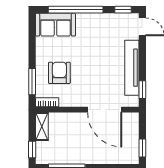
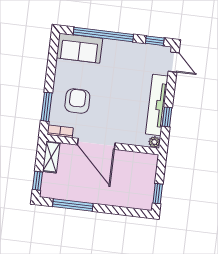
window: (142, 90) -> (167, 117), moved
plant: (134, 102) -> (154, 142), added
door: (105, 110) -> (96, 144), moved

